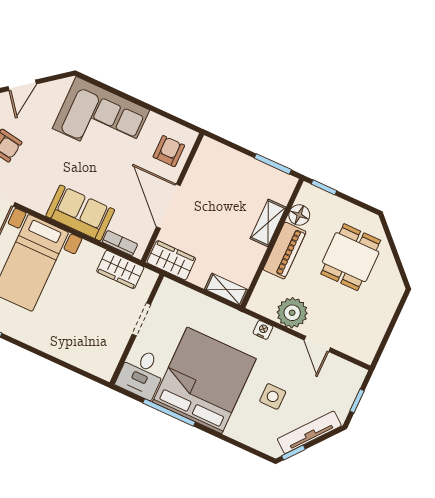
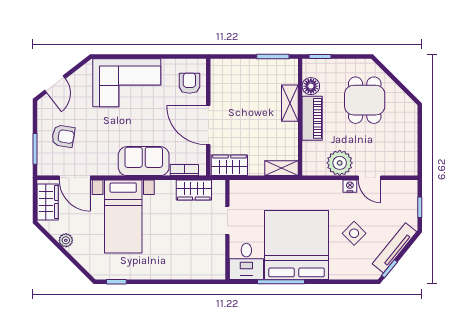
nightstand: (263, 330) -> (350, 186), moved
side table: (273, 396) -> (354, 233), turned 45

